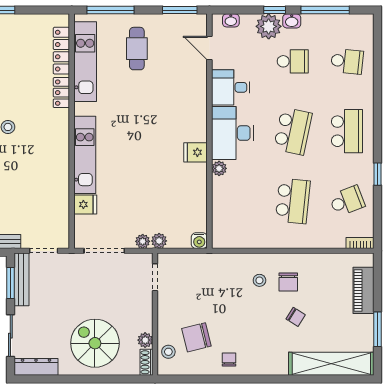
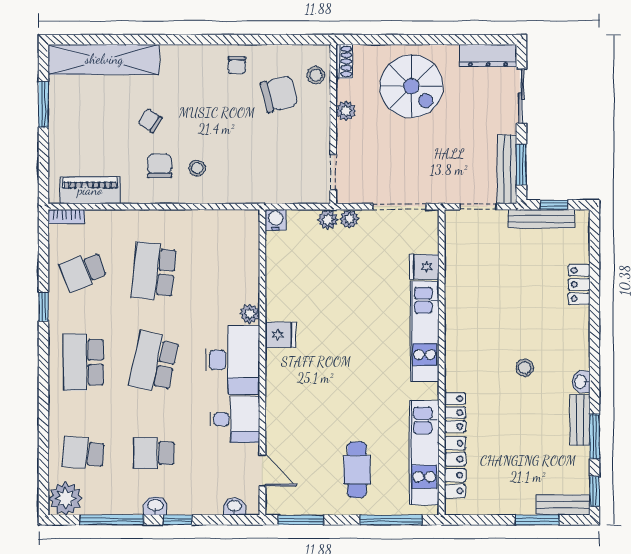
plant: (269, 26) -> (66, 499), moved
piano: (364, 290) -> (90, 190), moved, turned -90
plant: (145, 340) -> (346, 111), moved

